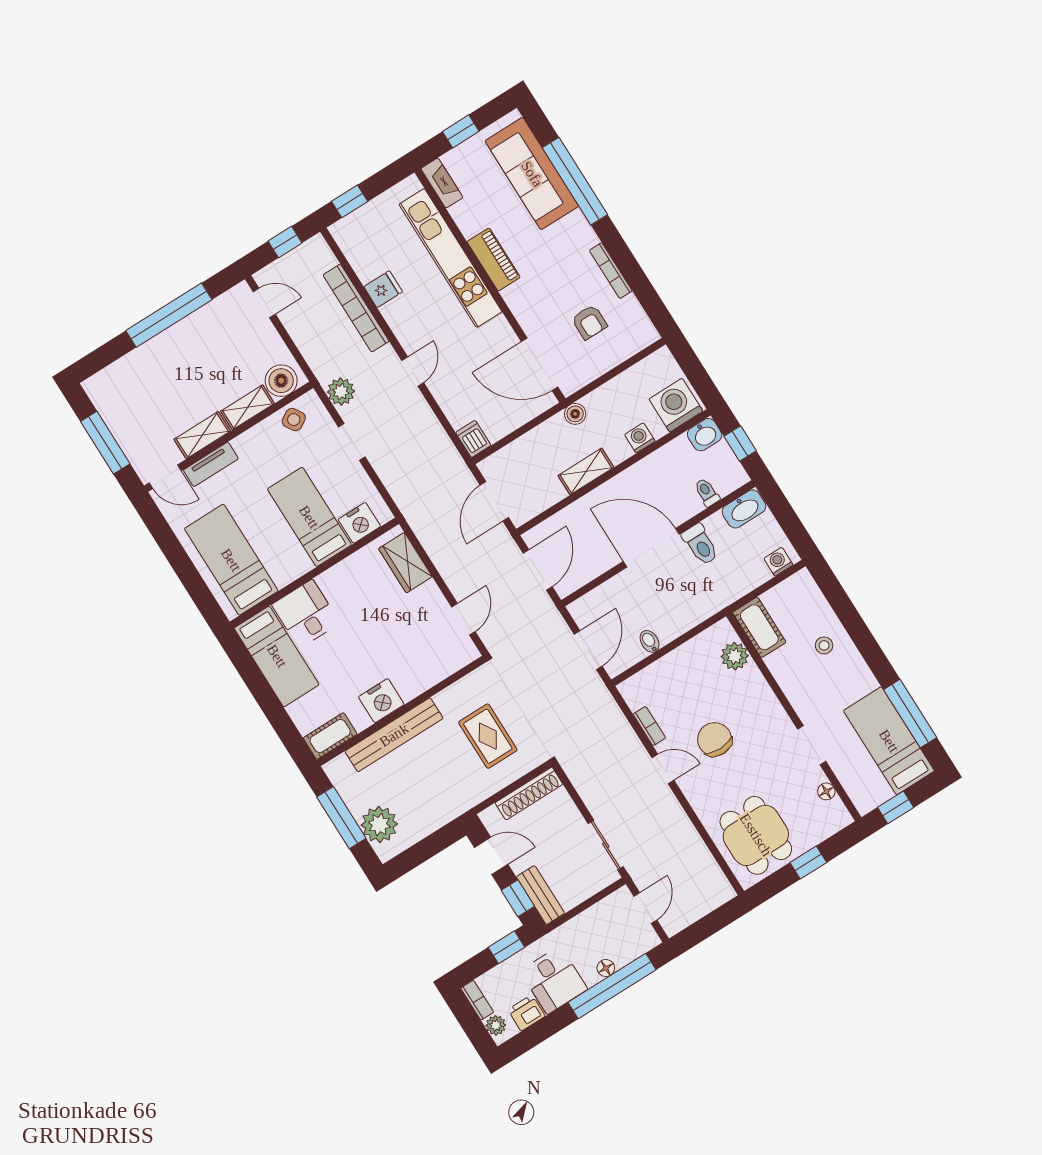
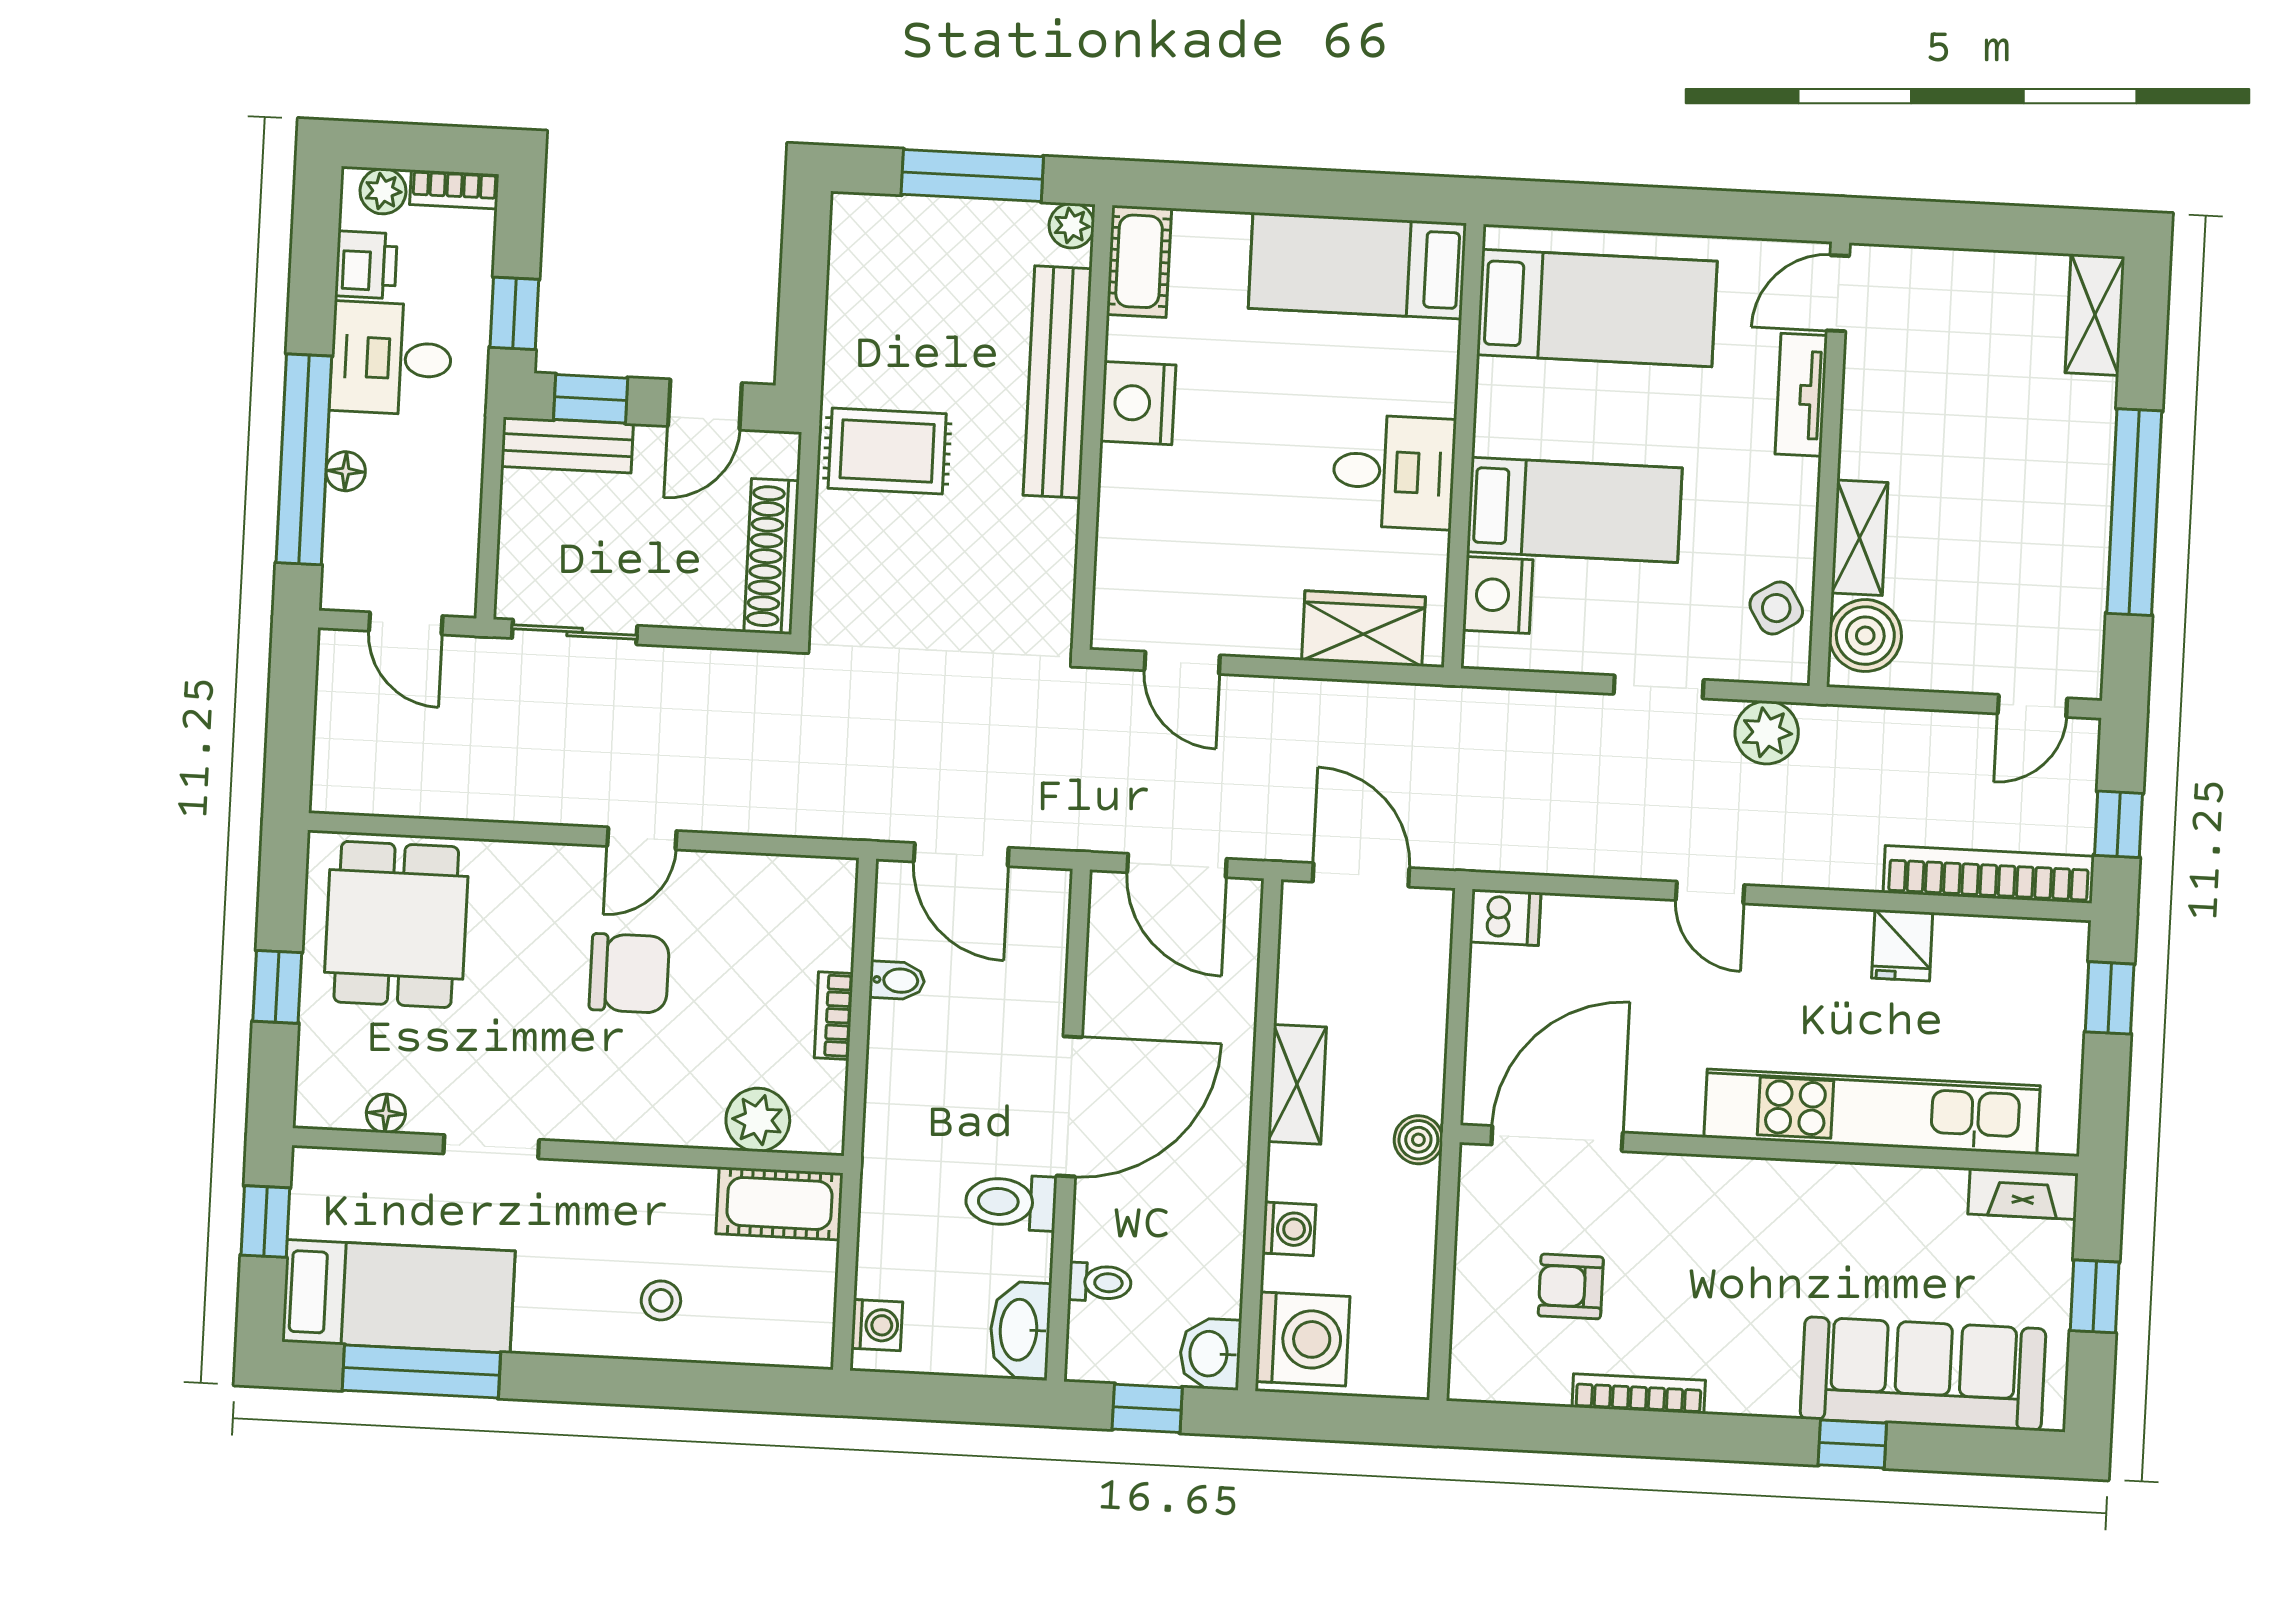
window: (575, 181) -> (1852, 1444), width x0.32
piano: (494, 259) -> (1813, 1190), removed
bookcase: (356, 308) -> (1989, 874), moved
shelving: (202, 435) -> (2095, 315), moved
window: (105, 443) -> (1980, 227), removed
desk: (306, 614) -> (1394, 472), moved
bookcase: (649, 726) -> (834, 1016), moved, turned 90
rug: (488, 736) -> (887, 451), moved
plant: (379, 825) -> (1072, 226), moved, width x0.53, depth x0.53
dining table: (756, 835) -> (396, 924), turned 90

